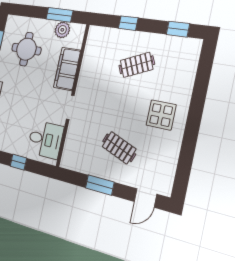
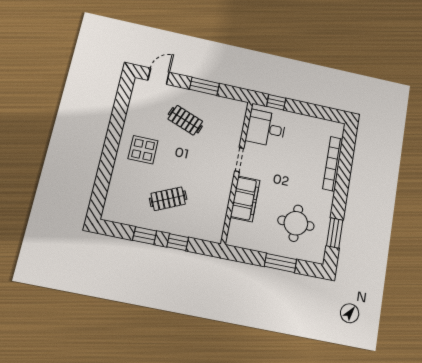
window: (59, 15) -> (280, 263), moved
window: (178, 29) -> (145, 236), moved
plant: (62, 30) -> (253, 241), removed
window: (18, 162) -> (276, 102), moved

